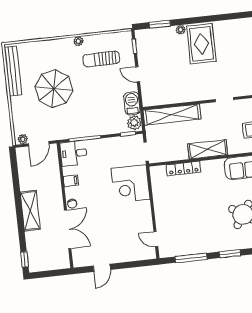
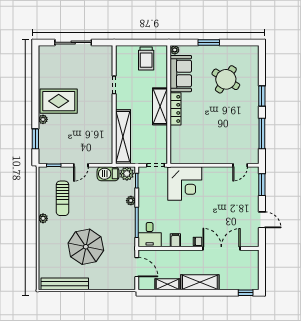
plant: (23, 139) -> (131, 201), moved
locker: (184, 168) -> (176, 109), moved
shelving: (24, 177) -> (167, 284), added
window: (138, 264) -> (262, 185), added

